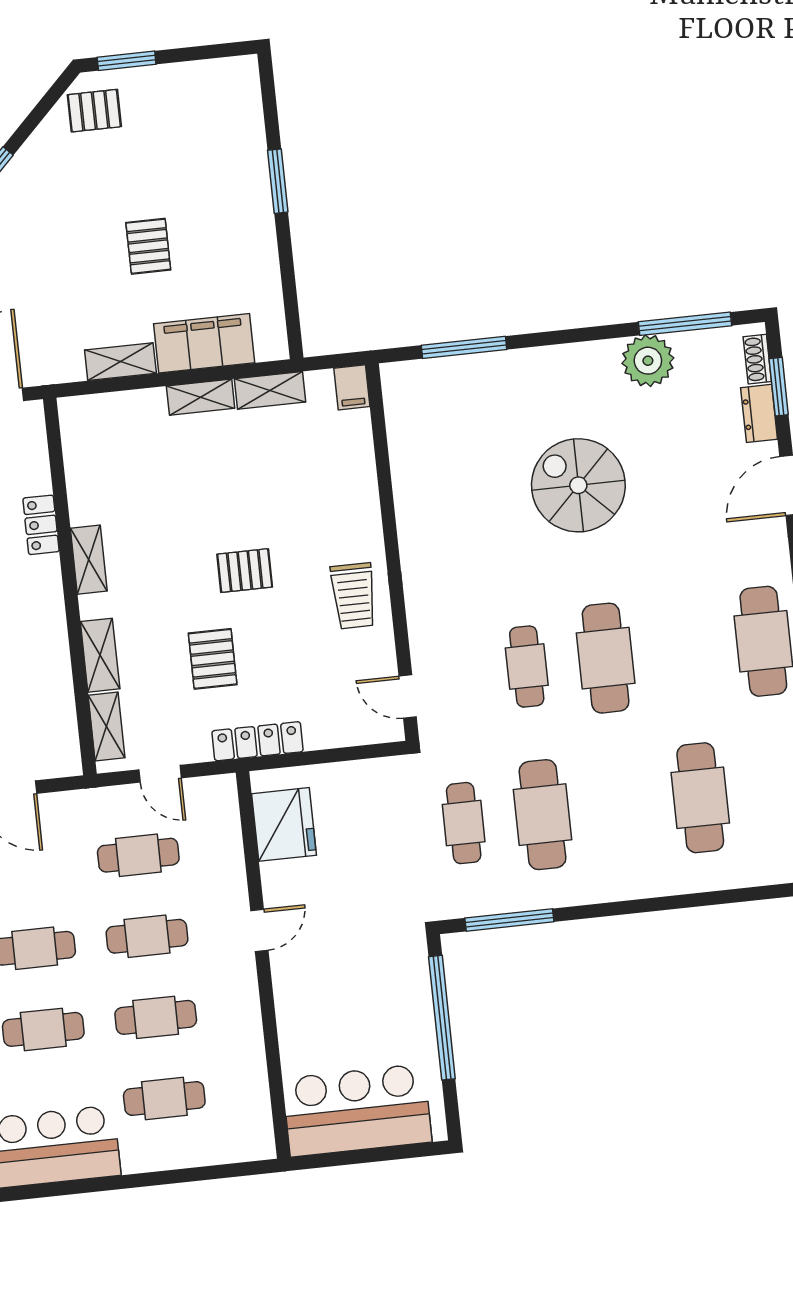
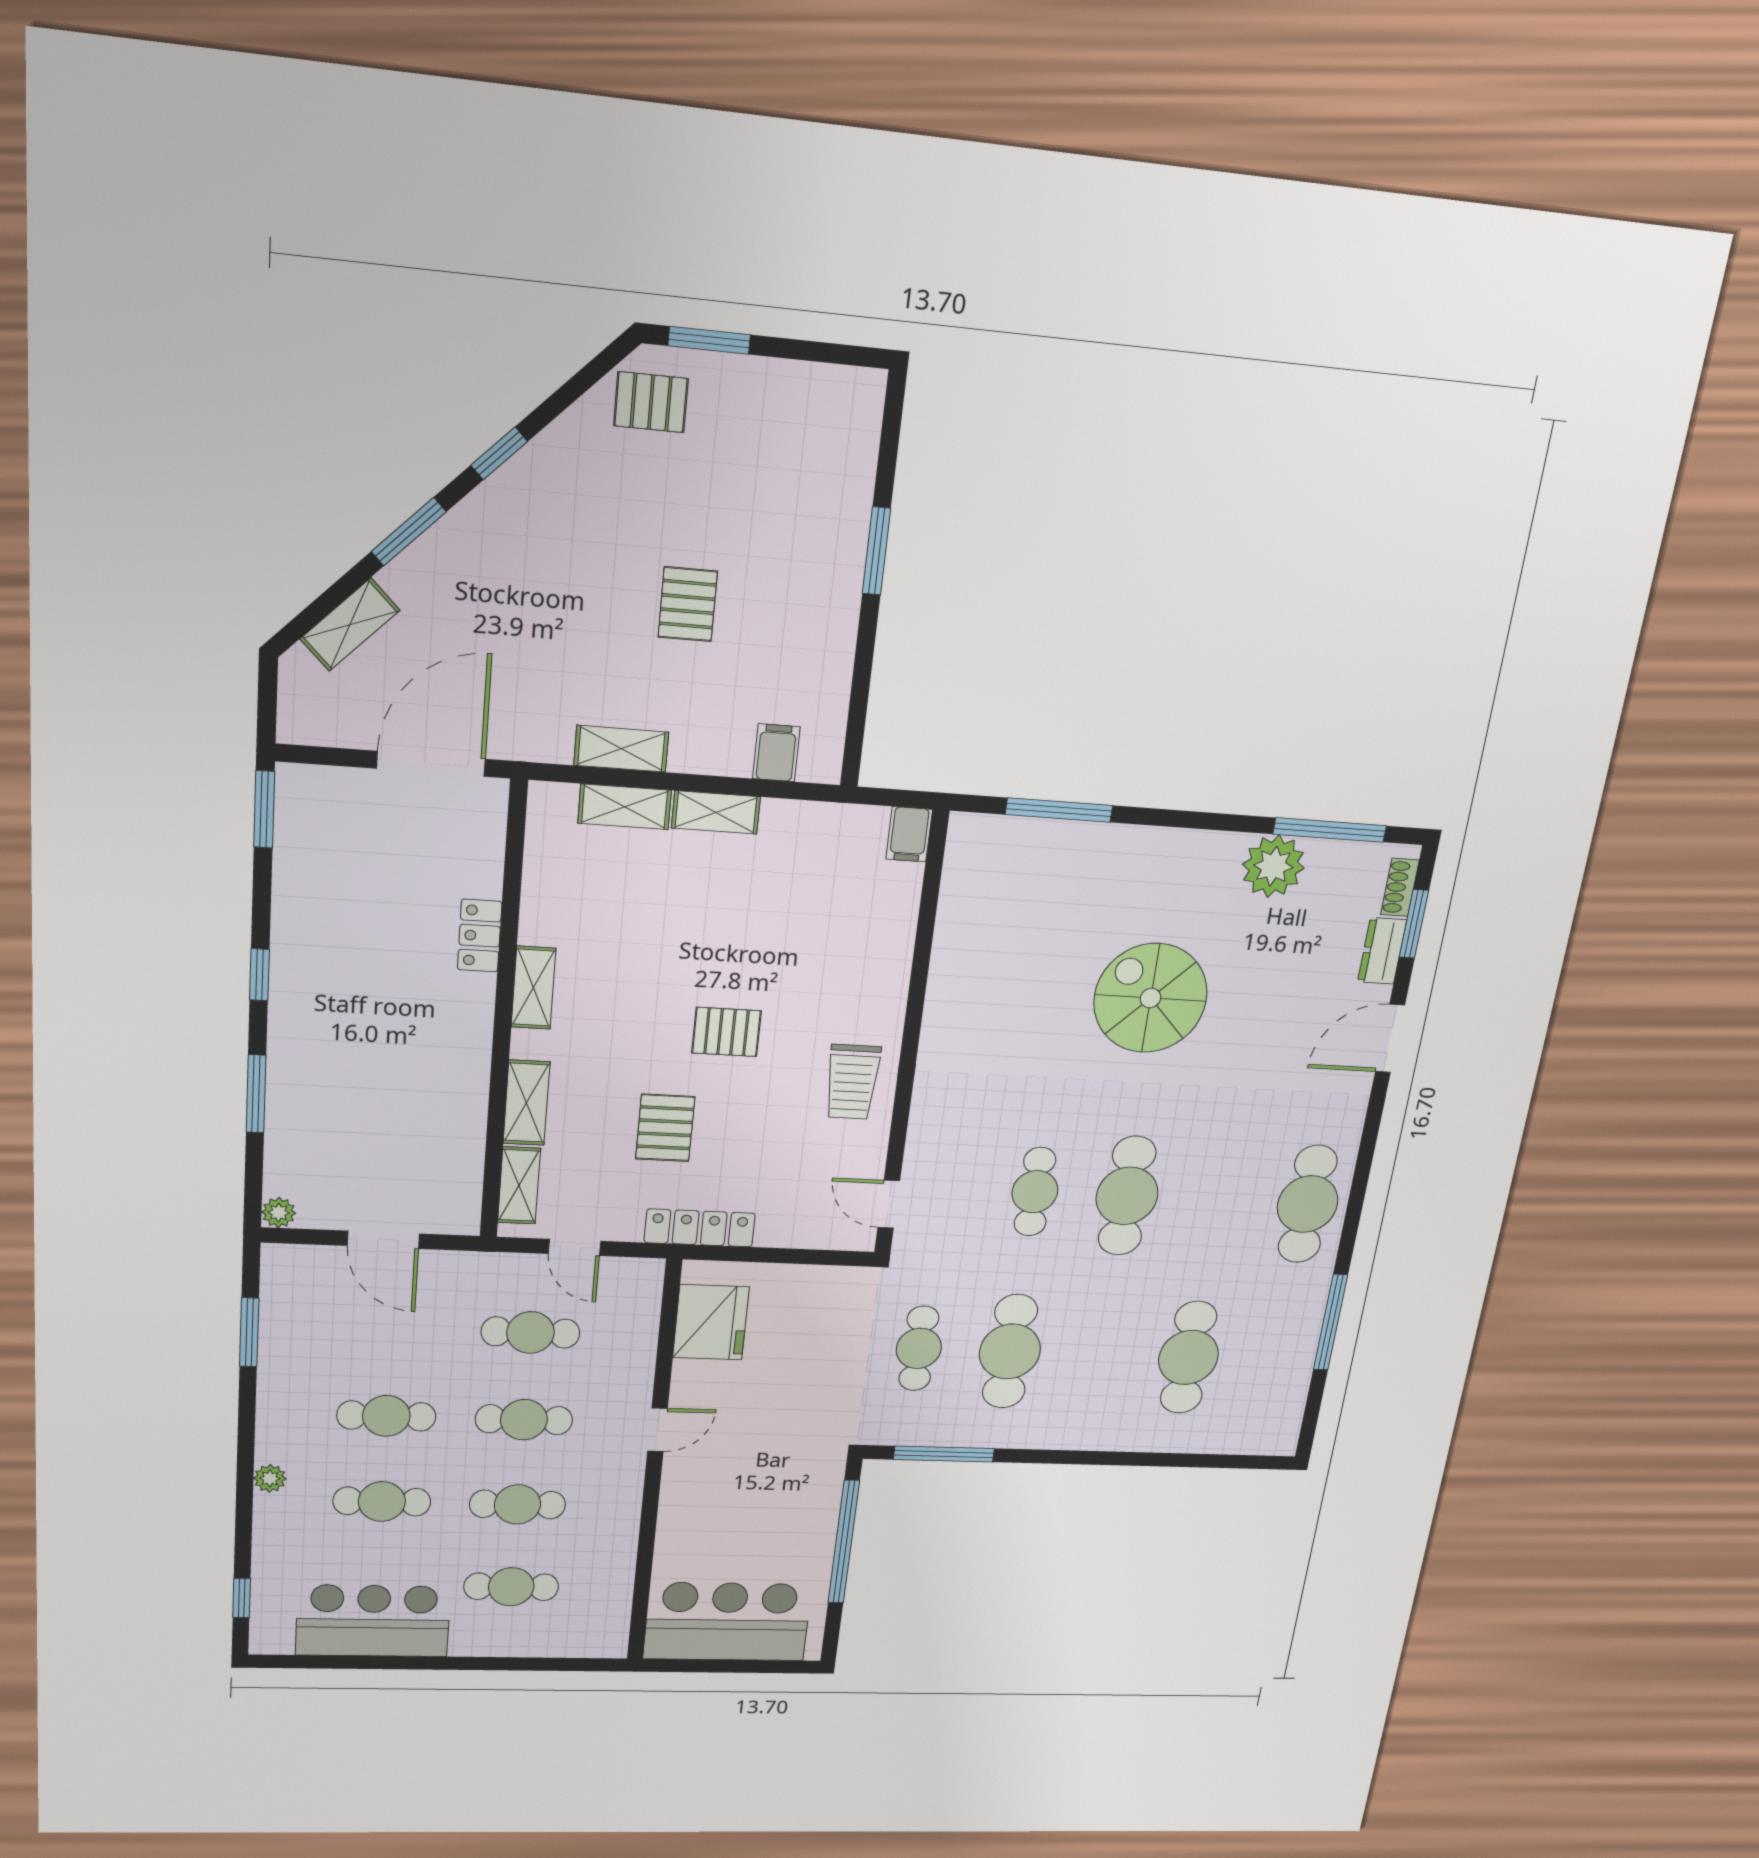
filing cabinet: (204, 343) -> (776, 753), width x0.33, depth x0.86
shelving: (270, 390) -> (625, 807), moved

